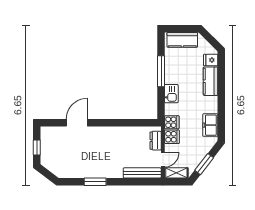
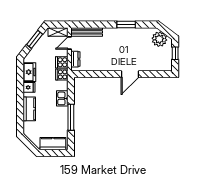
fridge: (211, 60) -> (29, 87), moved
door: (77, 123) -> (130, 74), moved
plant: (56, 164) -> (159, 39), added

